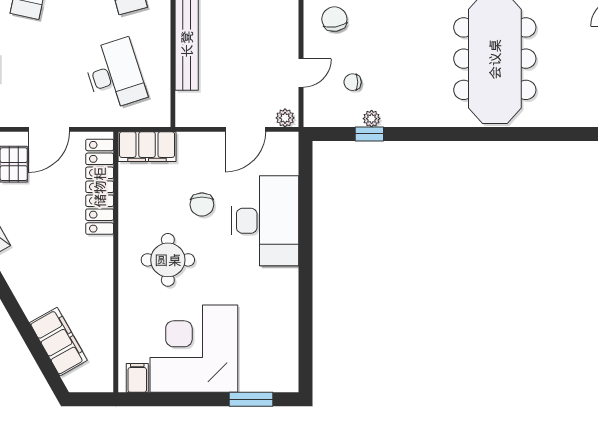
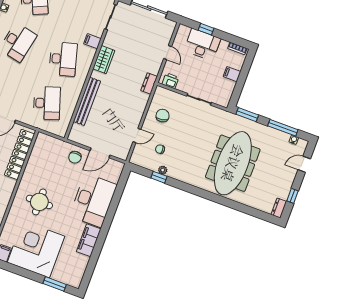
plant: (285, 118) -> (121, 154), removed
filing cabinet: (147, 147) -> (89, 240), moved, turned 90
chair: (202, 205) -> (75, 157), moved

